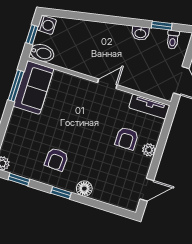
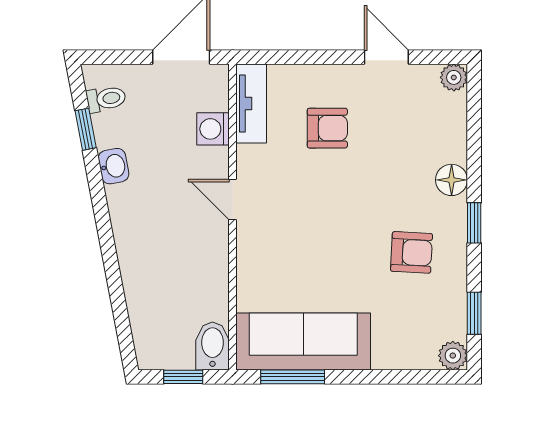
washing machine: (47, 25) -> (213, 129), moved, turned -90
sofa: (33, 87) -> (303, 342), width x1.36
plant: (149, 150) -> (454, 77), moved
door: (147, 190) -> (386, 57), moved

